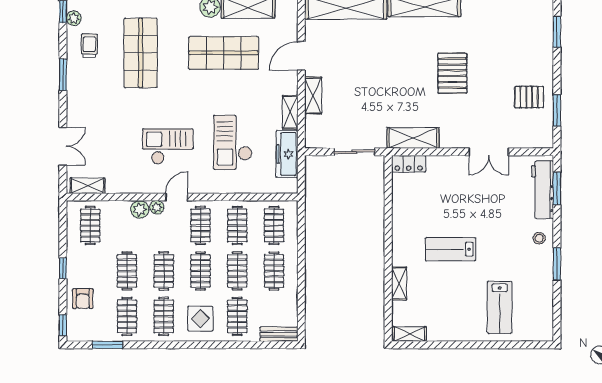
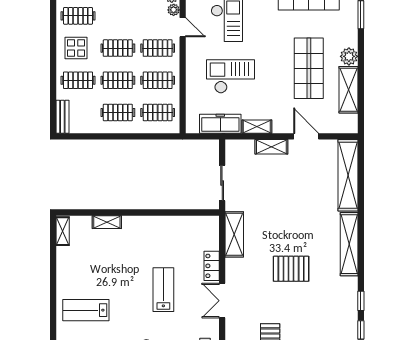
locker: (409, 164) -> (212, 266), moved
lab bench: (450, 249) -> (163, 290), moved
clothes rail: (164, 271) -> (118, 16), removed

